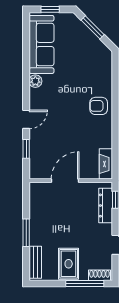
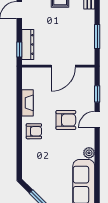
armchair: (62, 119) -> (66, 120), added
fireplace: (106, 164) -> (28, 103), moved
window: (26, 233) -> (97, 37), moved

